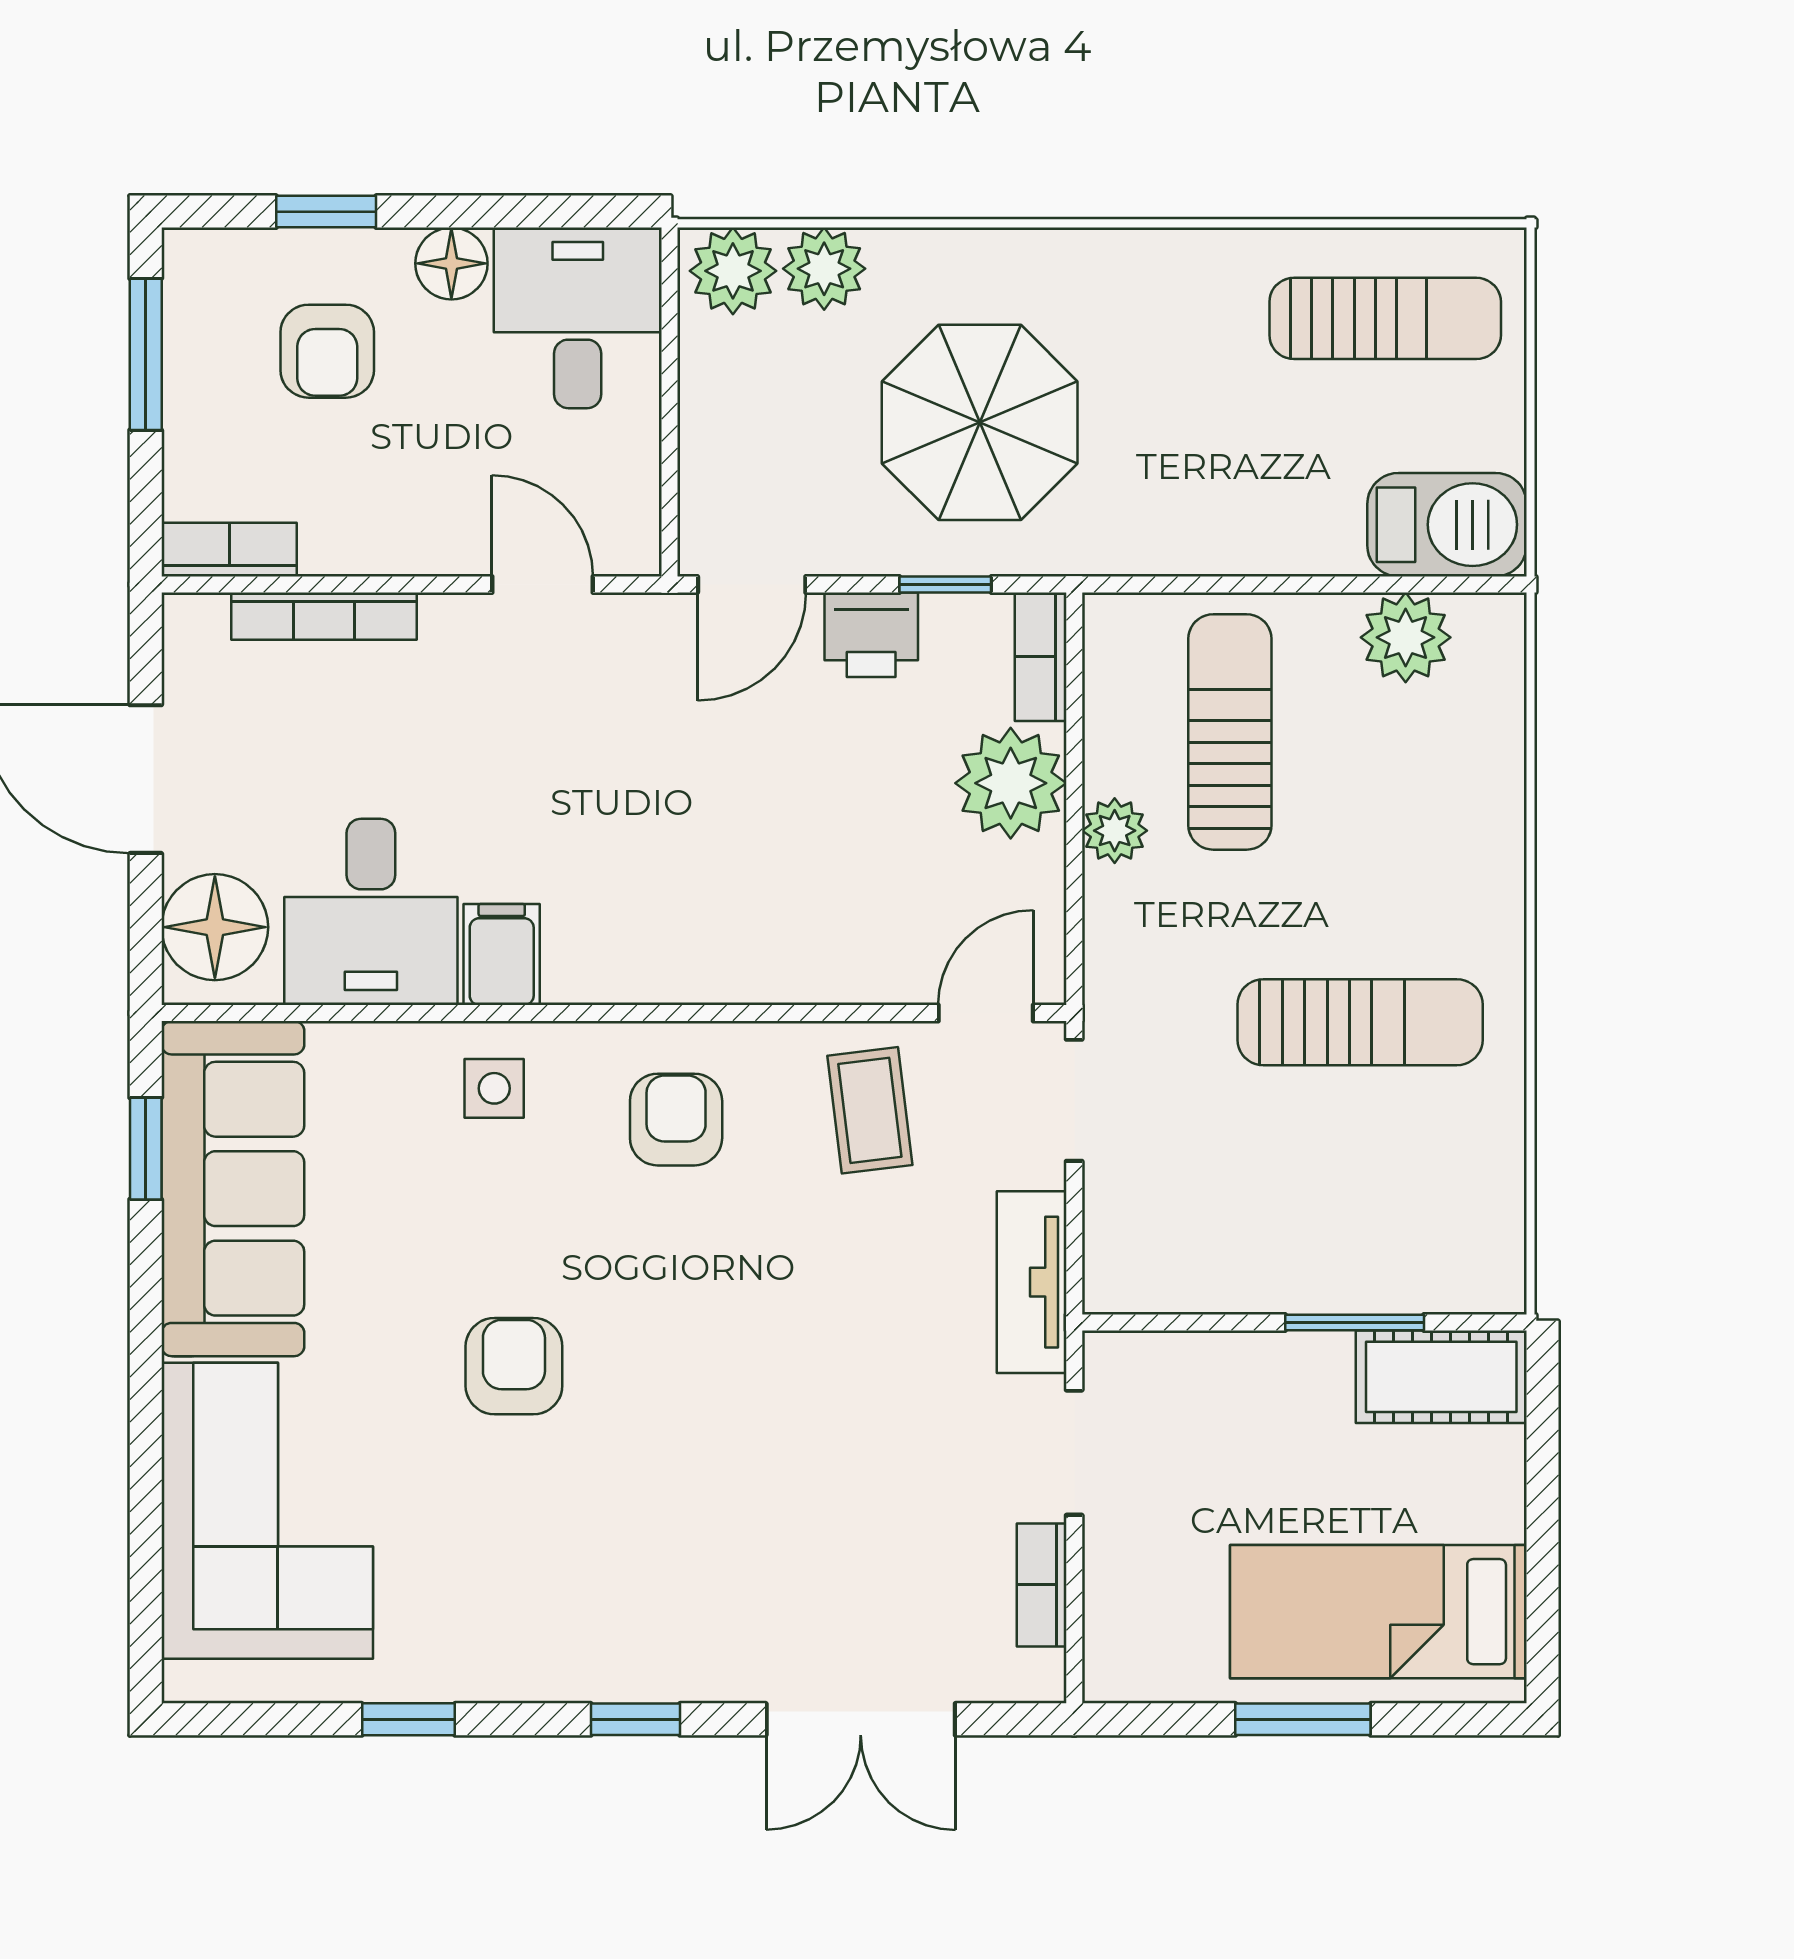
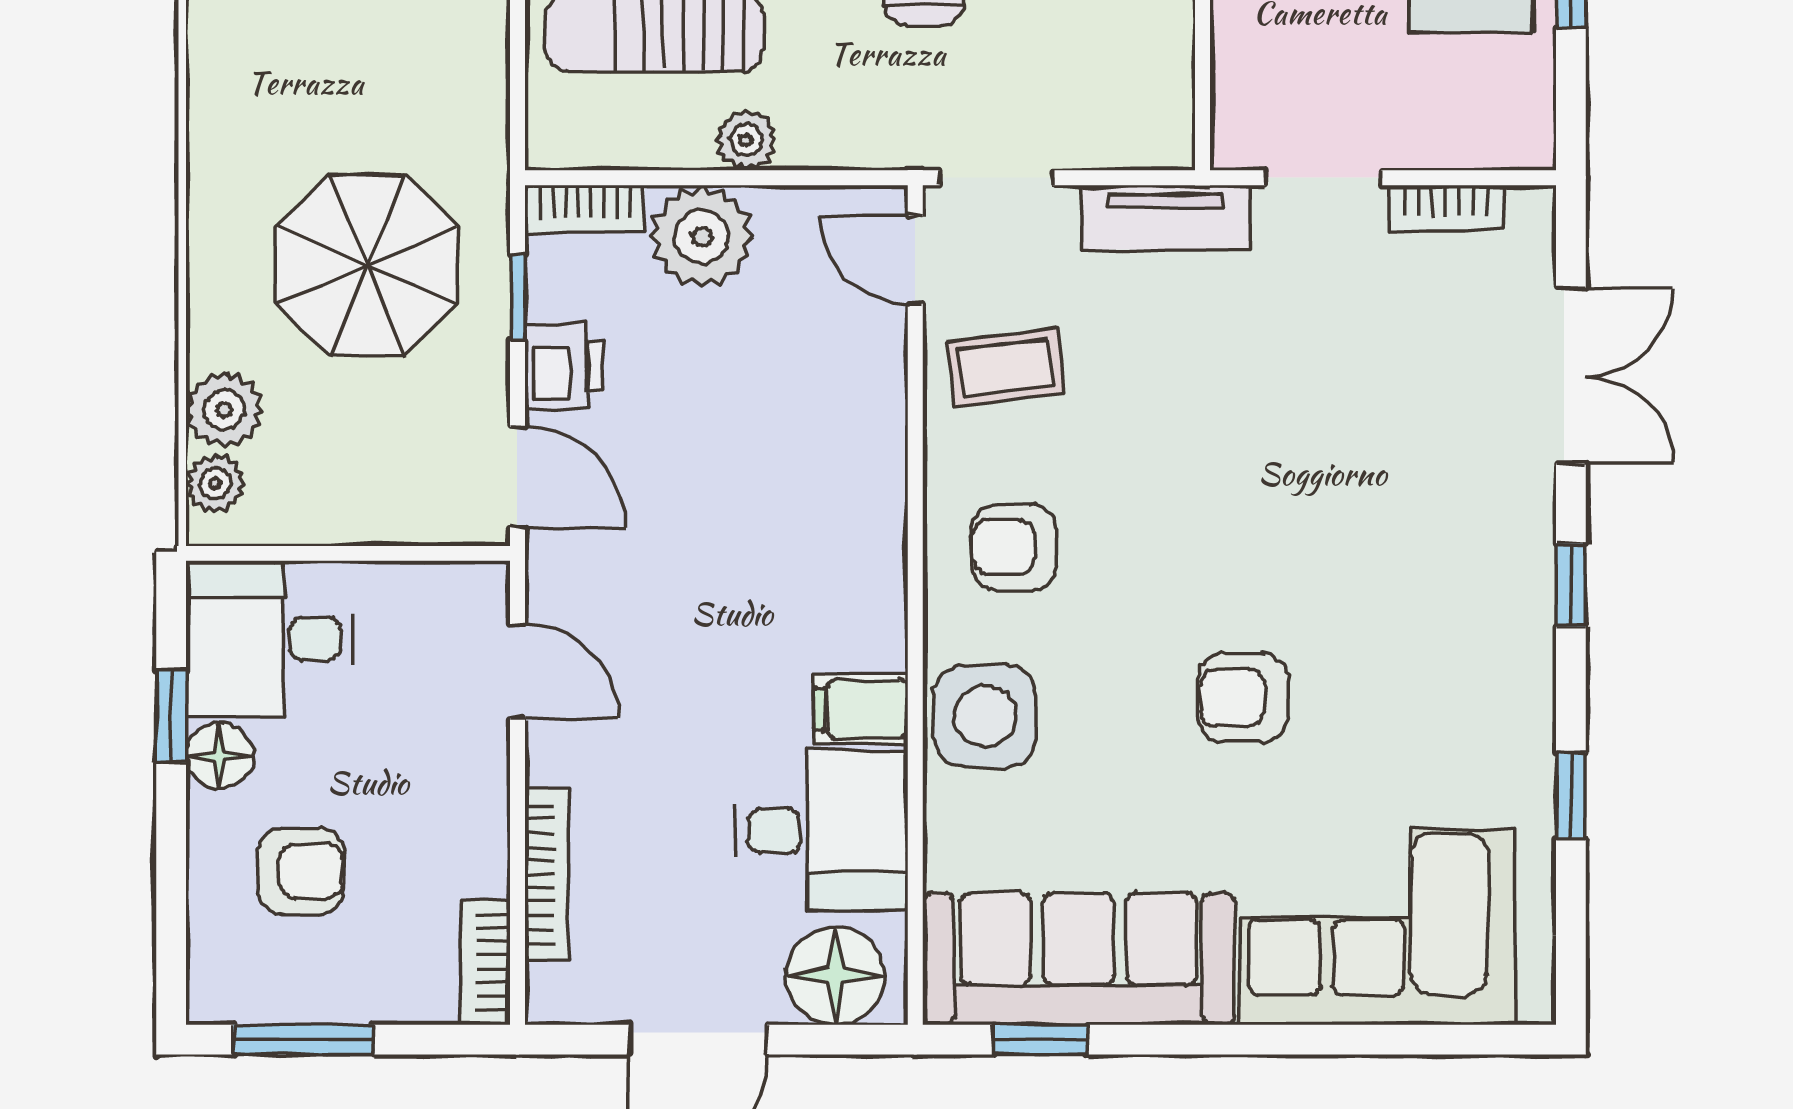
window: (326, 212) -> (171, 716), moved
plant: (733, 271) -> (215, 483), width x0.73, depth x0.73
door: (543, 585) -> (517, 671), swing flipped
side table: (494, 1088) -> (985, 716), width x1.87, depth x1.87

